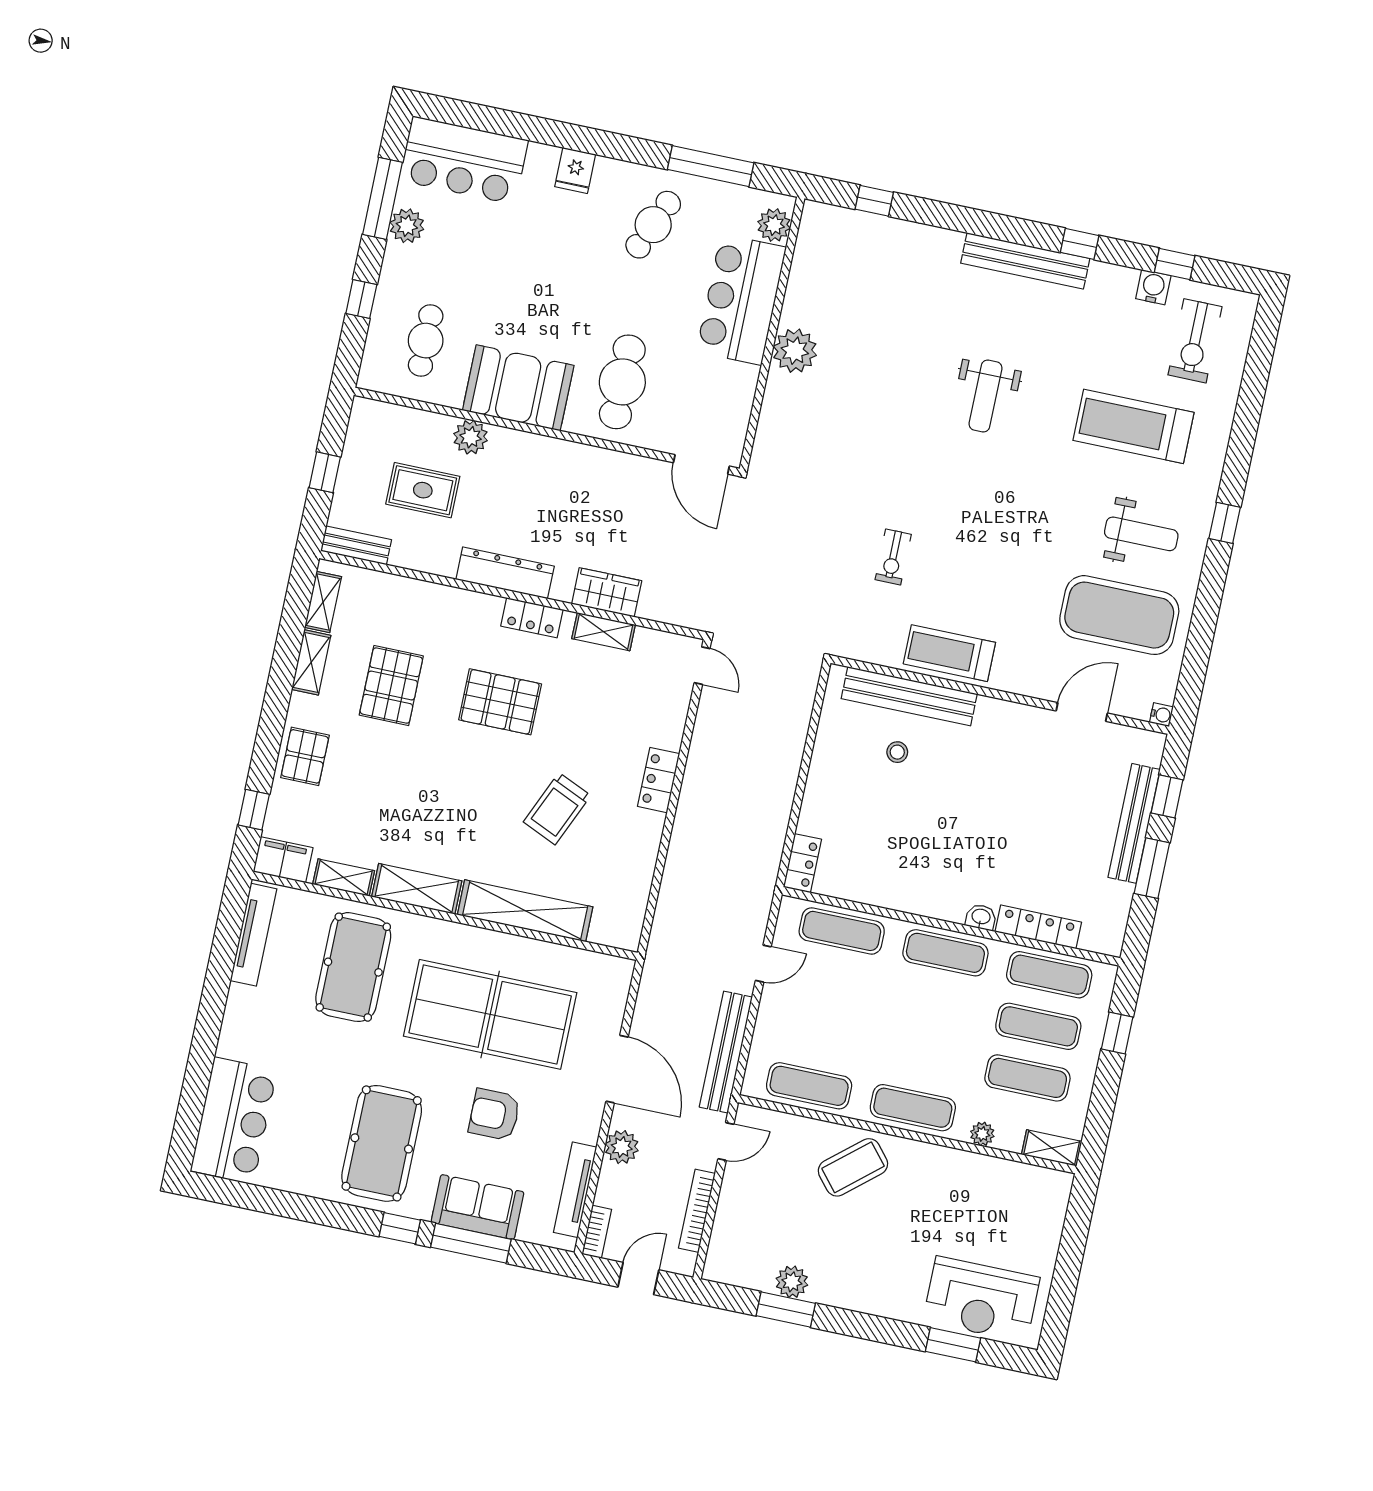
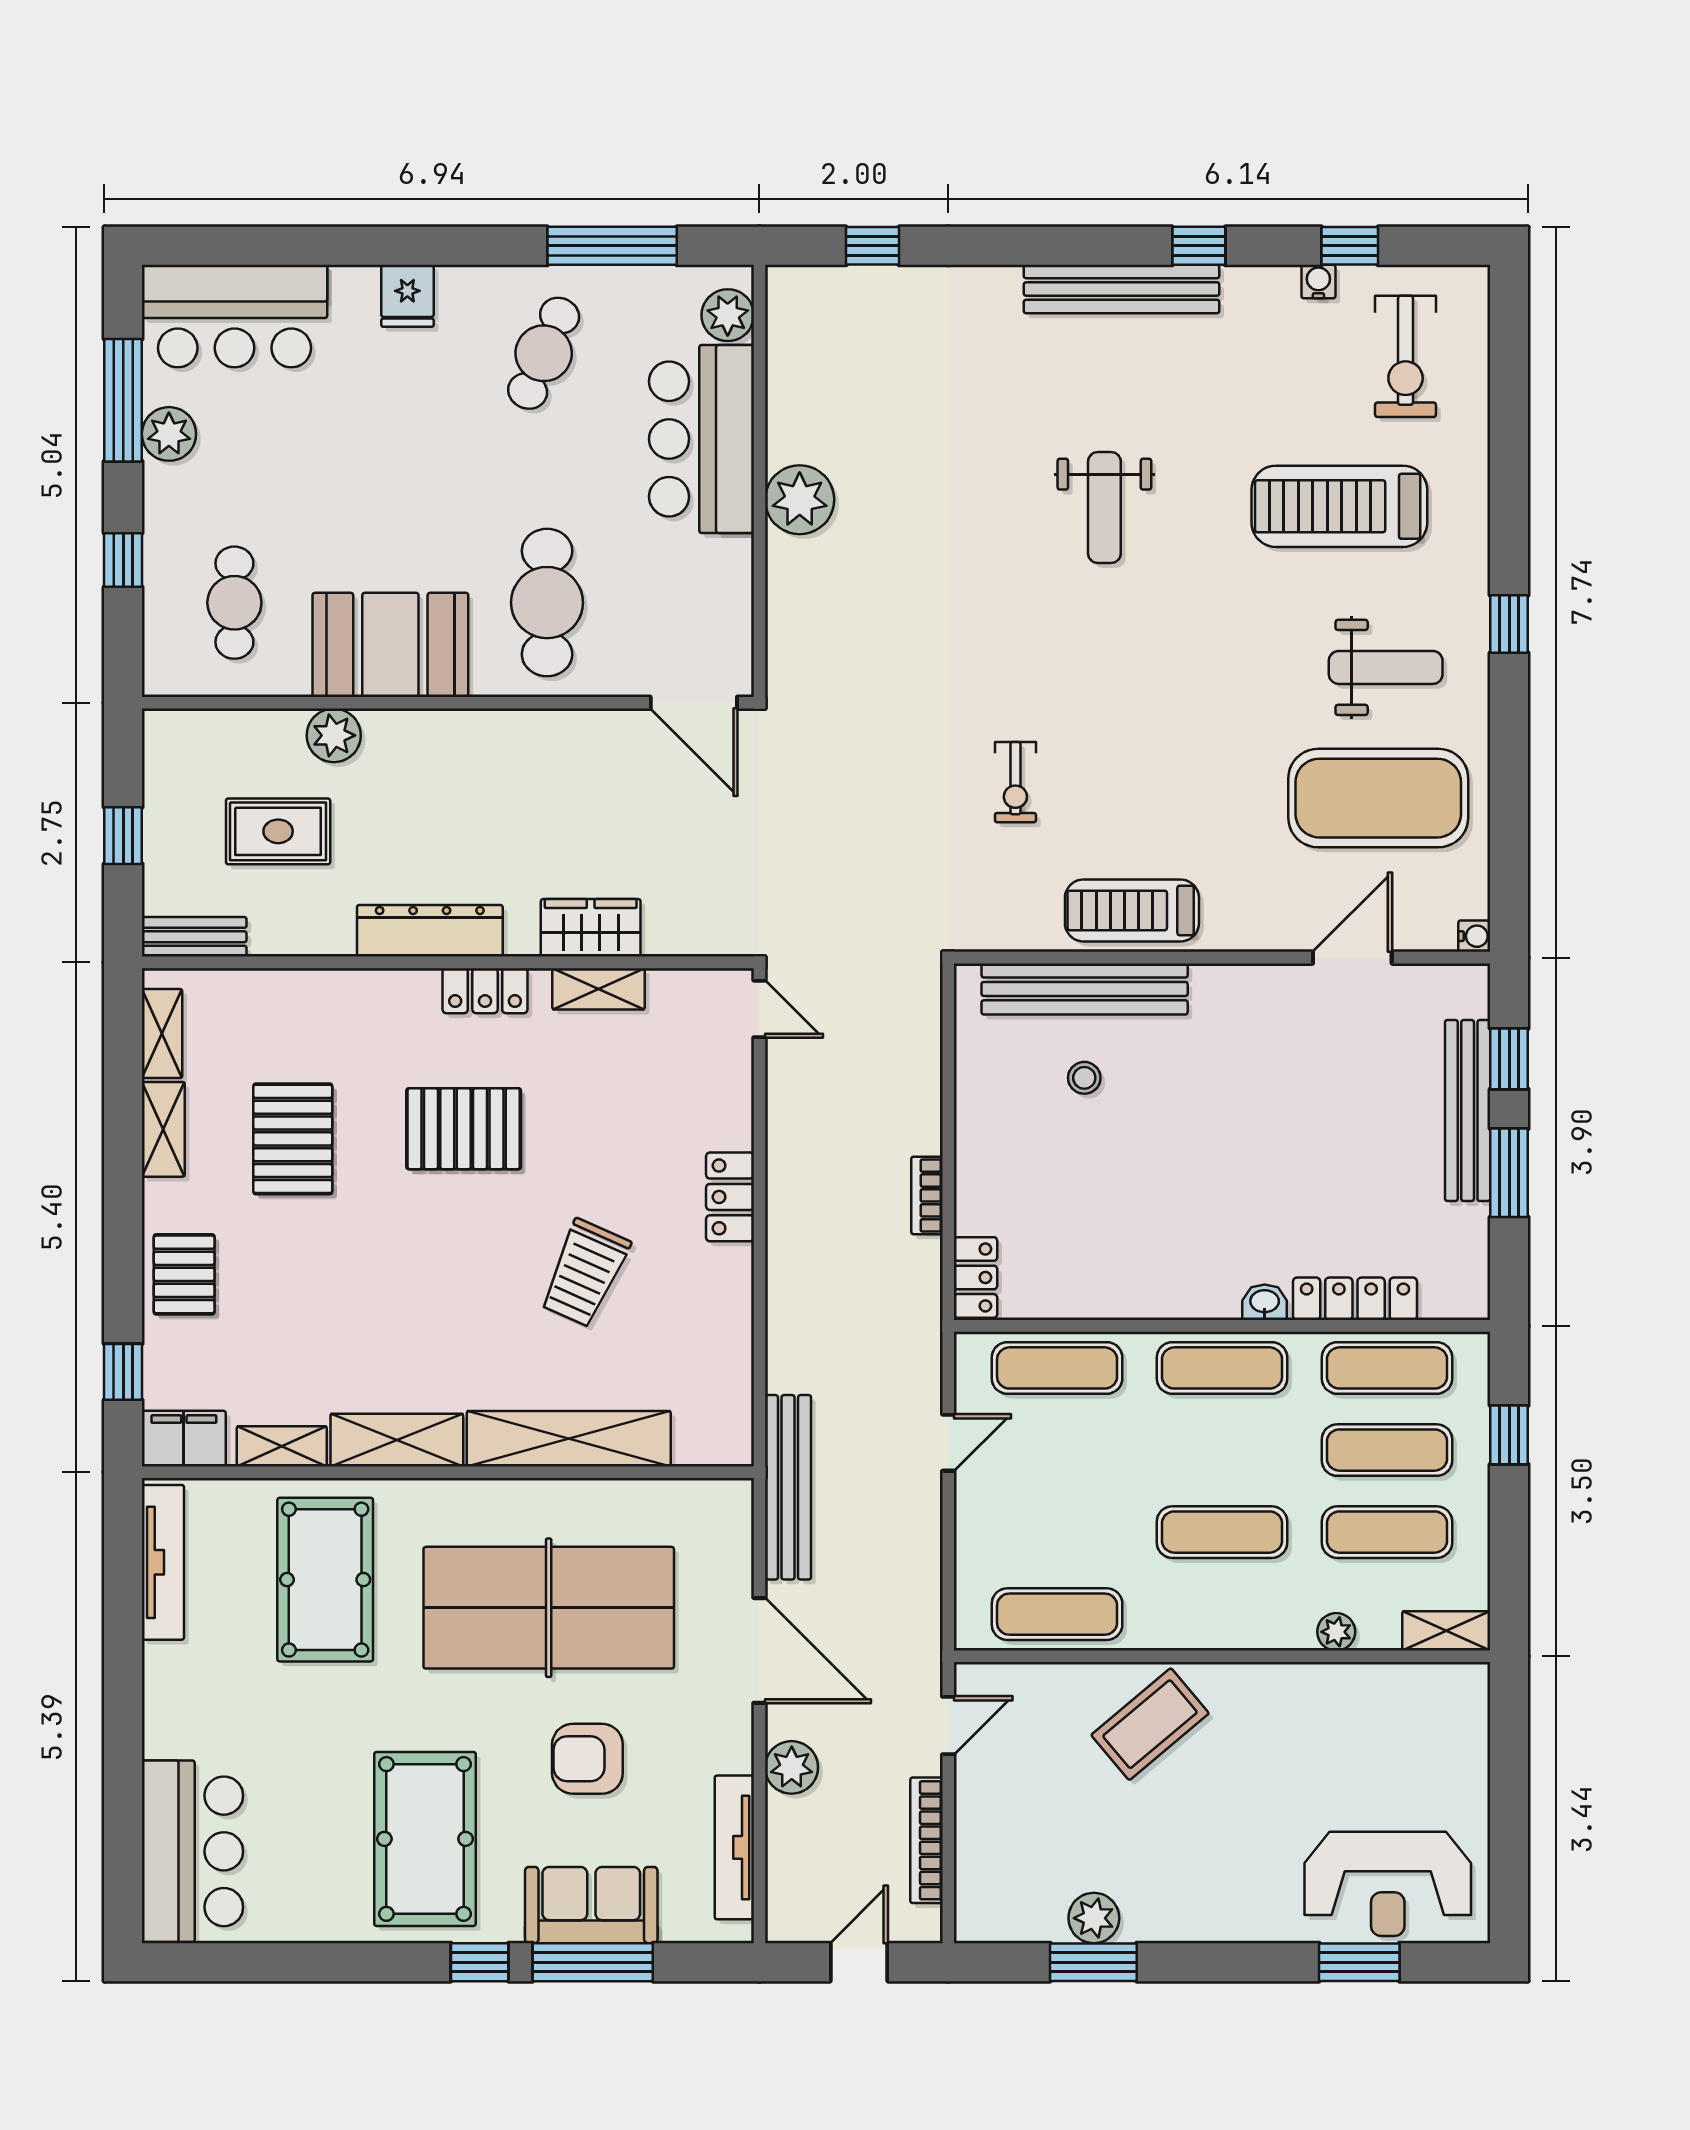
water cooler: (1153, 287) -> (1318, 282), width x0.72, depth x0.72
bench: (726, 1052) -> (788, 1487), moved
exercise mat: (913, 1108) -> (1222, 1532), moved
bookcase: (597, 1232) -> (927, 1195), moved, turned 180

